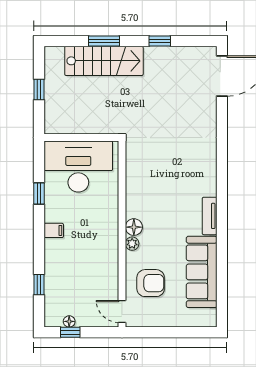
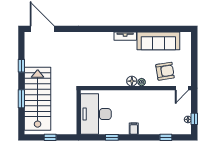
stairs: (104, 61) -> (38, 99), width x1.36, depth x1.51
armchair: (151, 283) -> (165, 71), turned 81

